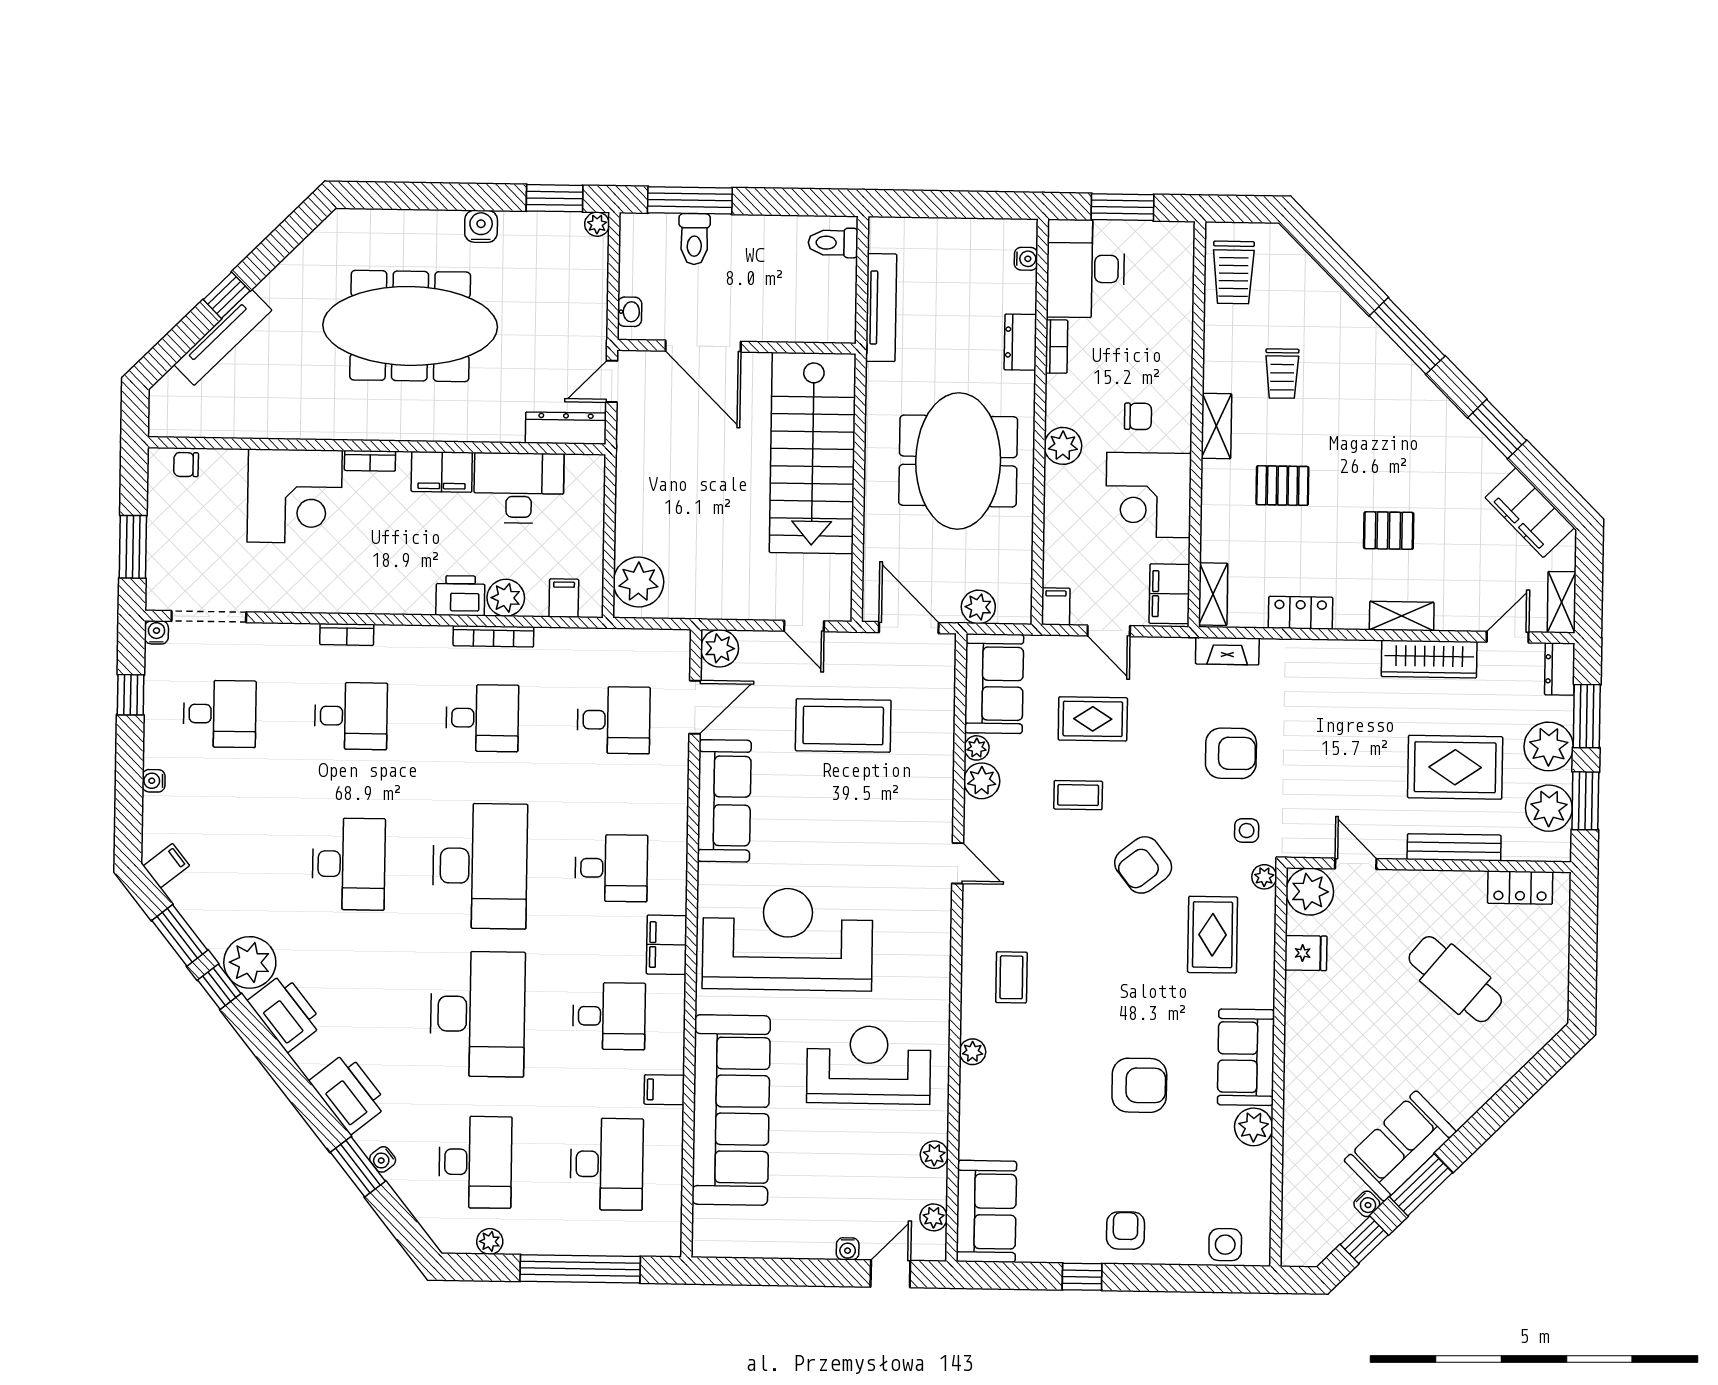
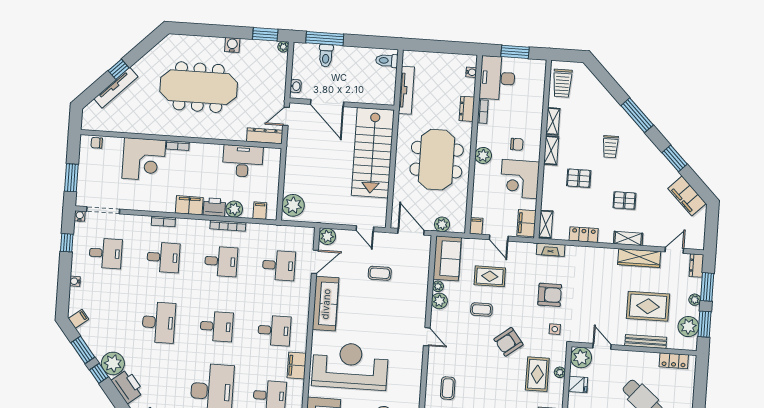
trolley: (1282, 374) -> (610, 147), moved
filing cabinet: (442, 472) -> (189, 205), moved, turned 180
shelving: (1562, 602) -> (553, 121), moved
coffee table: (843, 725) -> (380, 273), width x0.54, depth x0.58
plant: (1549, 746) -> (695, 300), width x0.53, depth x0.53
desk: (480, 866) -> (216, 326), width x0.53, depth x0.77
plant: (1264, 877) -> (560, 372), moved

